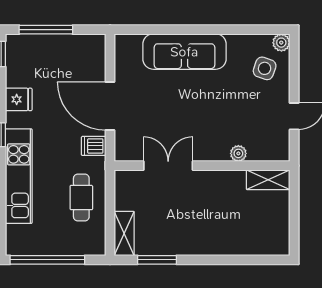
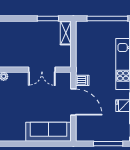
sofa: (184, 52) -> (48, 132), moved
cafe table: (81, 198) -> (89, 52), removed

